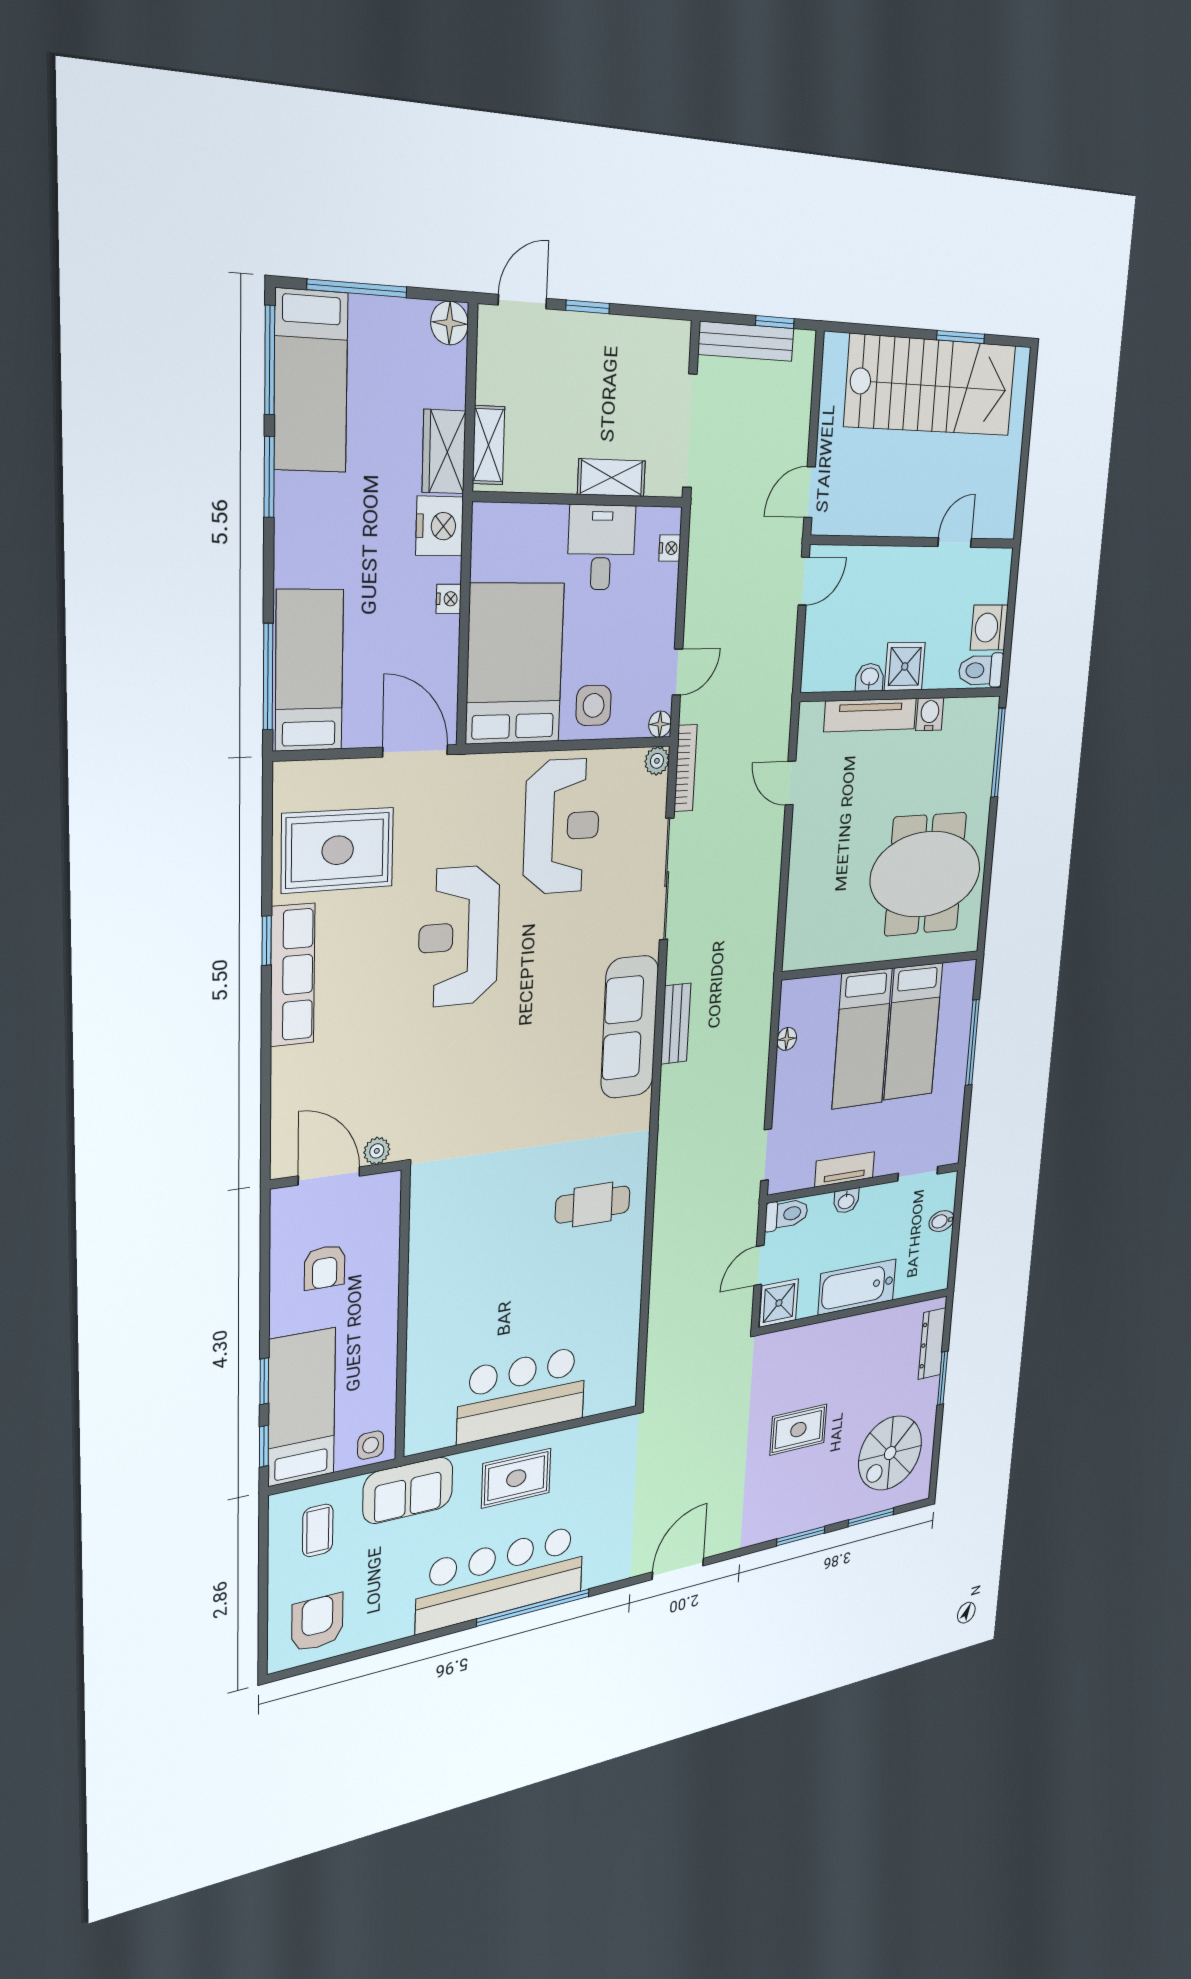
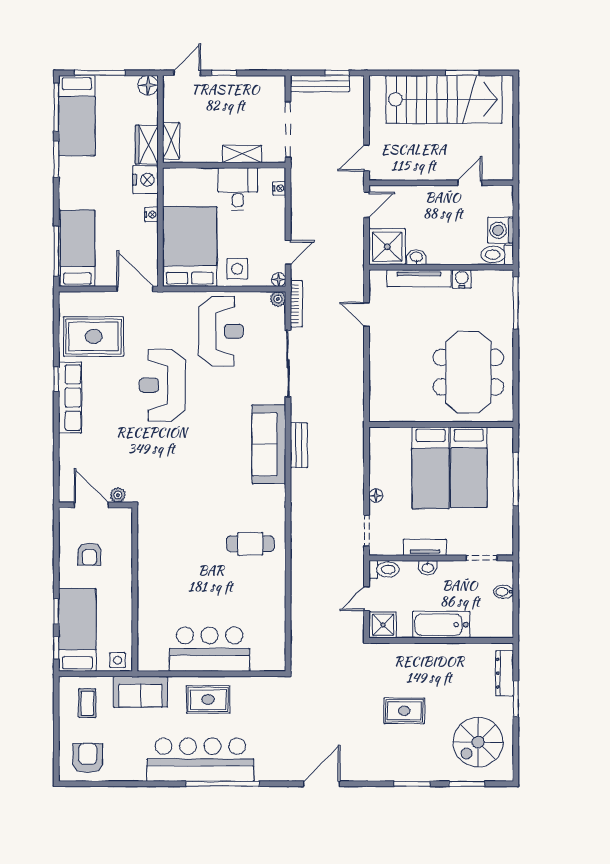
shower: (905, 666) -> (387, 247), moved, width x1.36, depth x1.36
meeting table: (926, 874) -> (468, 372), turned 90
floor lamp: (787, 1039) -> (376, 496), moved

